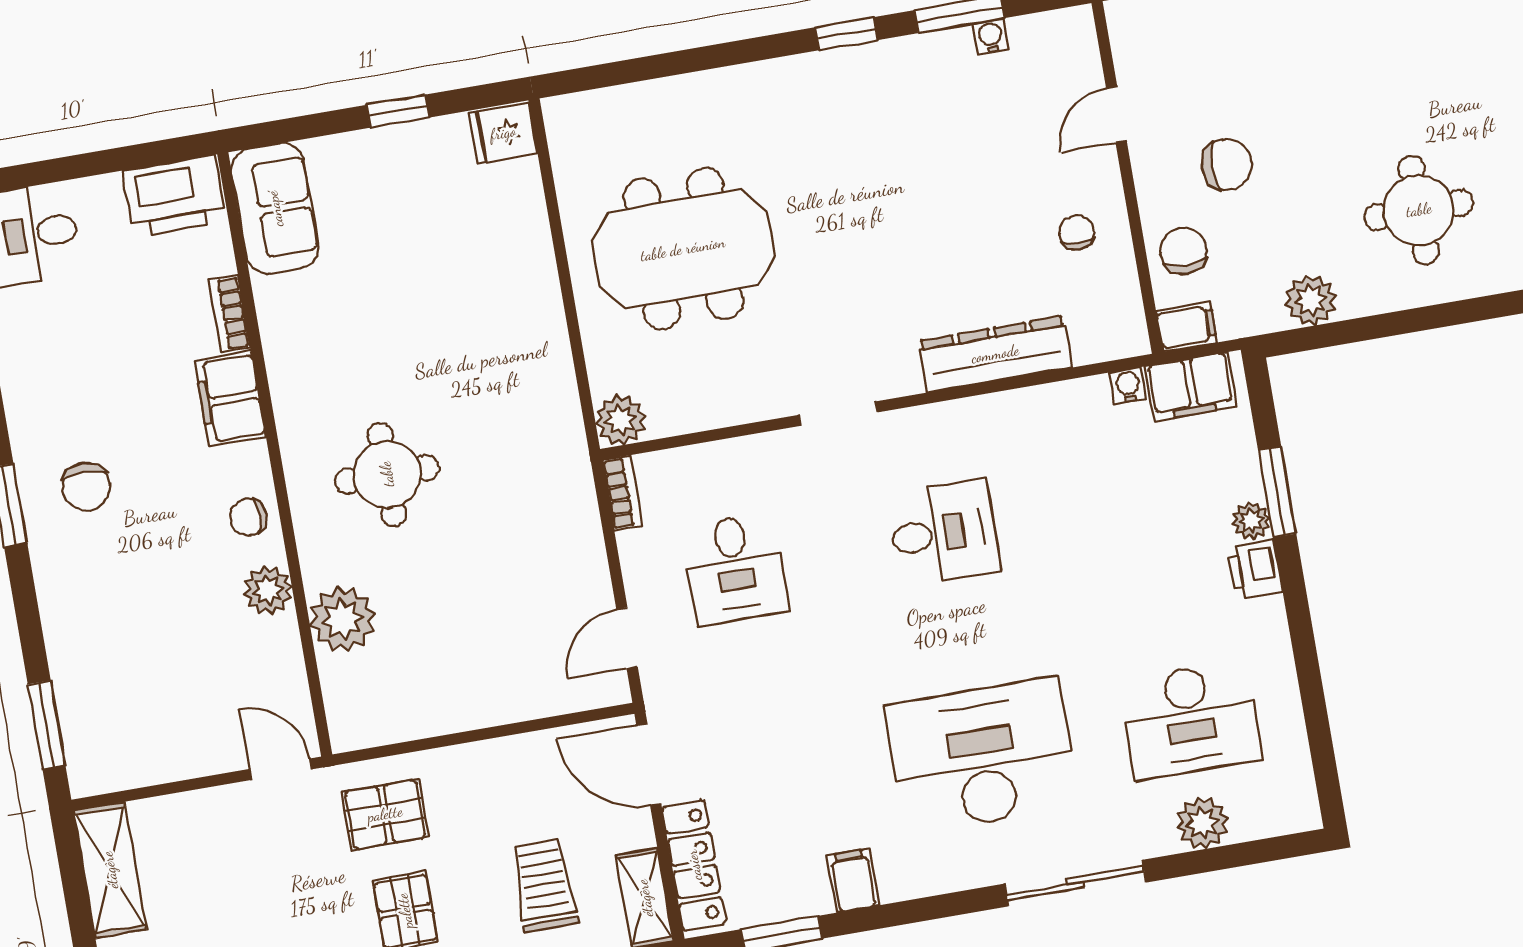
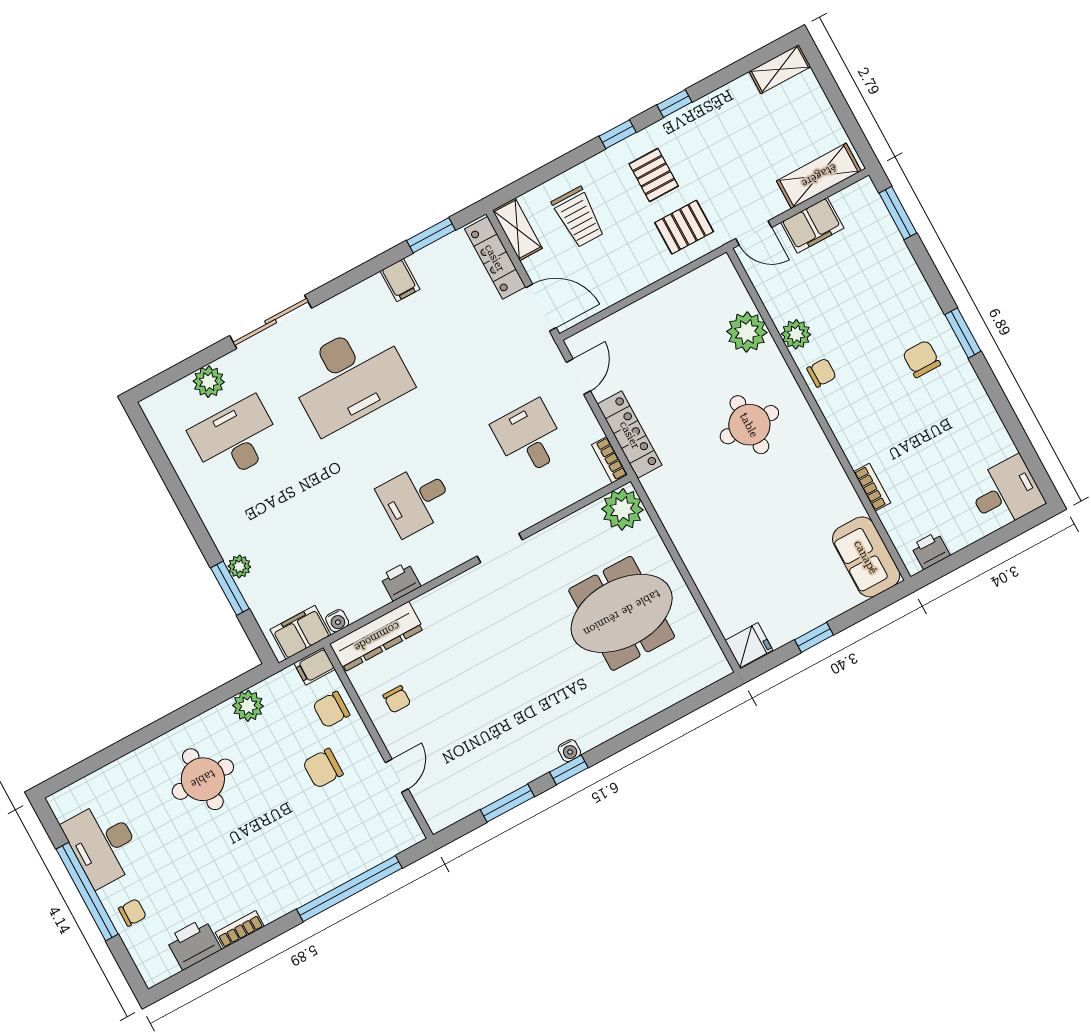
water cooler: (991, 37) -> (569, 751), moved
printer: (174, 196) -> (930, 551), width x0.53, depth x0.68
chair: (1183, 251) -> (331, 710), turned 90
dresser: (995, 354) -> (377, 637), moved
filing cabinet: (230, 399) -> (812, 225), moved, turned 90
plant: (621, 420) -> (622, 509), width x1.36, depth x1.36
locker: (578, 521) -> (630, 435), added
printer: (1255, 569) -> (400, 581), moved, turned -90
shelving: (110, 870) -> (819, 176), moved, turned 90

